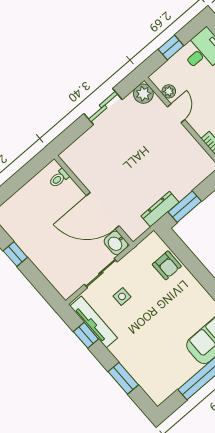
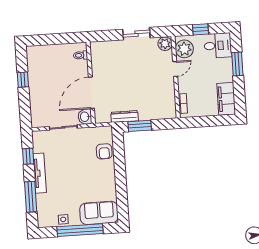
plant: (169, 91) -> (184, 49), width x1.87, depth x1.87
door: (103, 211) -> (91, 93), hinge flipped
side table: (122, 296) -> (63, 219), moved
tv unit: (94, 322) -> (40, 173), moved
window: (123, 378) -> (31, 197), width x1.44

